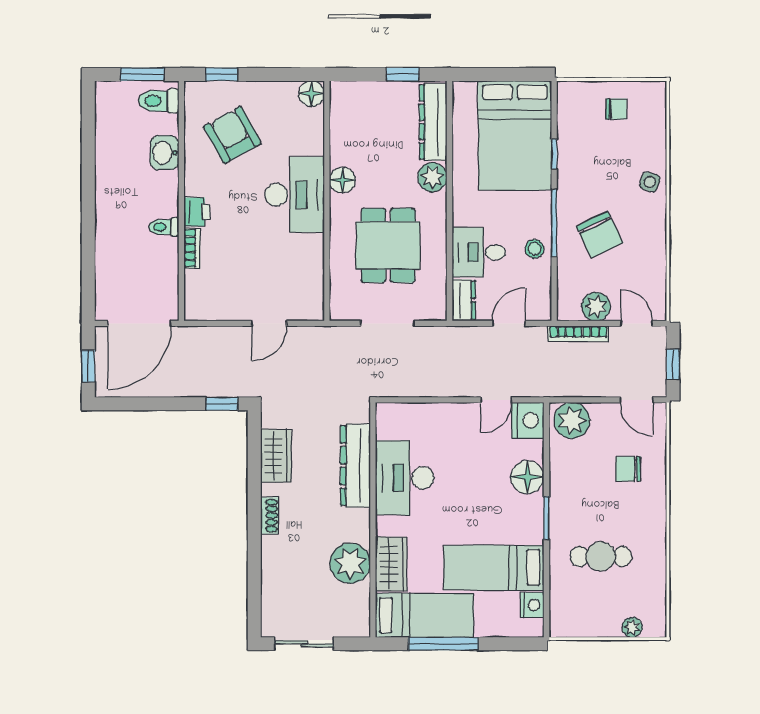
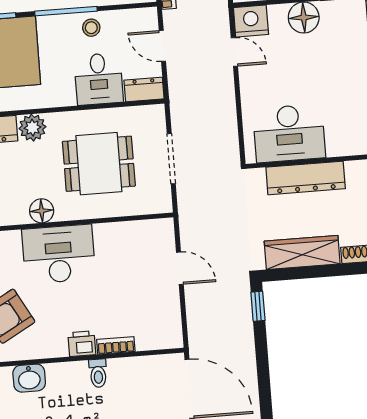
wardrobe: (276, 456) -> (302, 252), width x1.50
desk: (405, 478) -> (289, 133), moved

